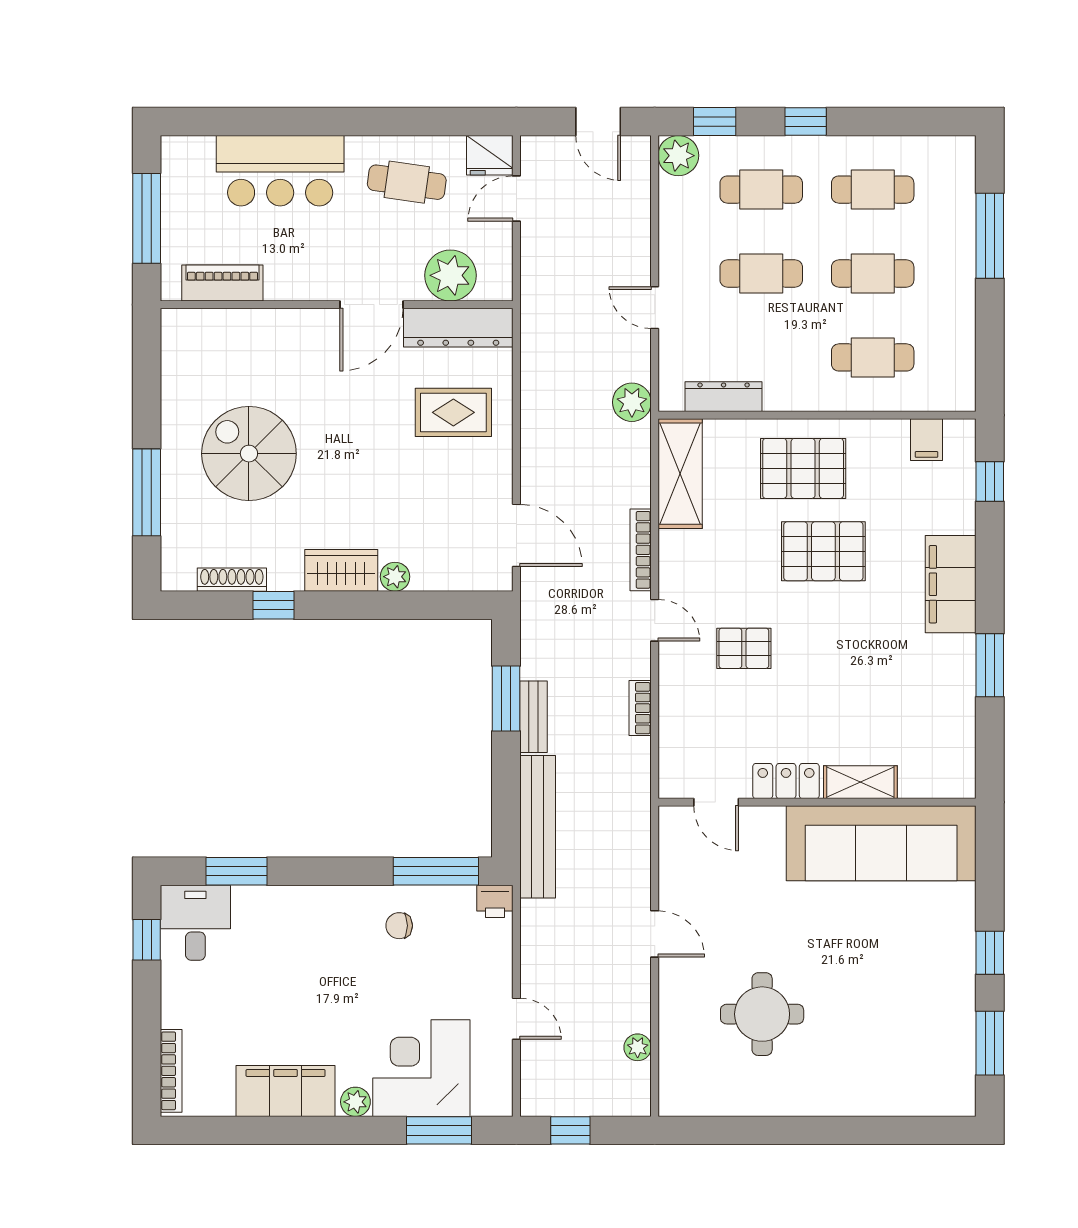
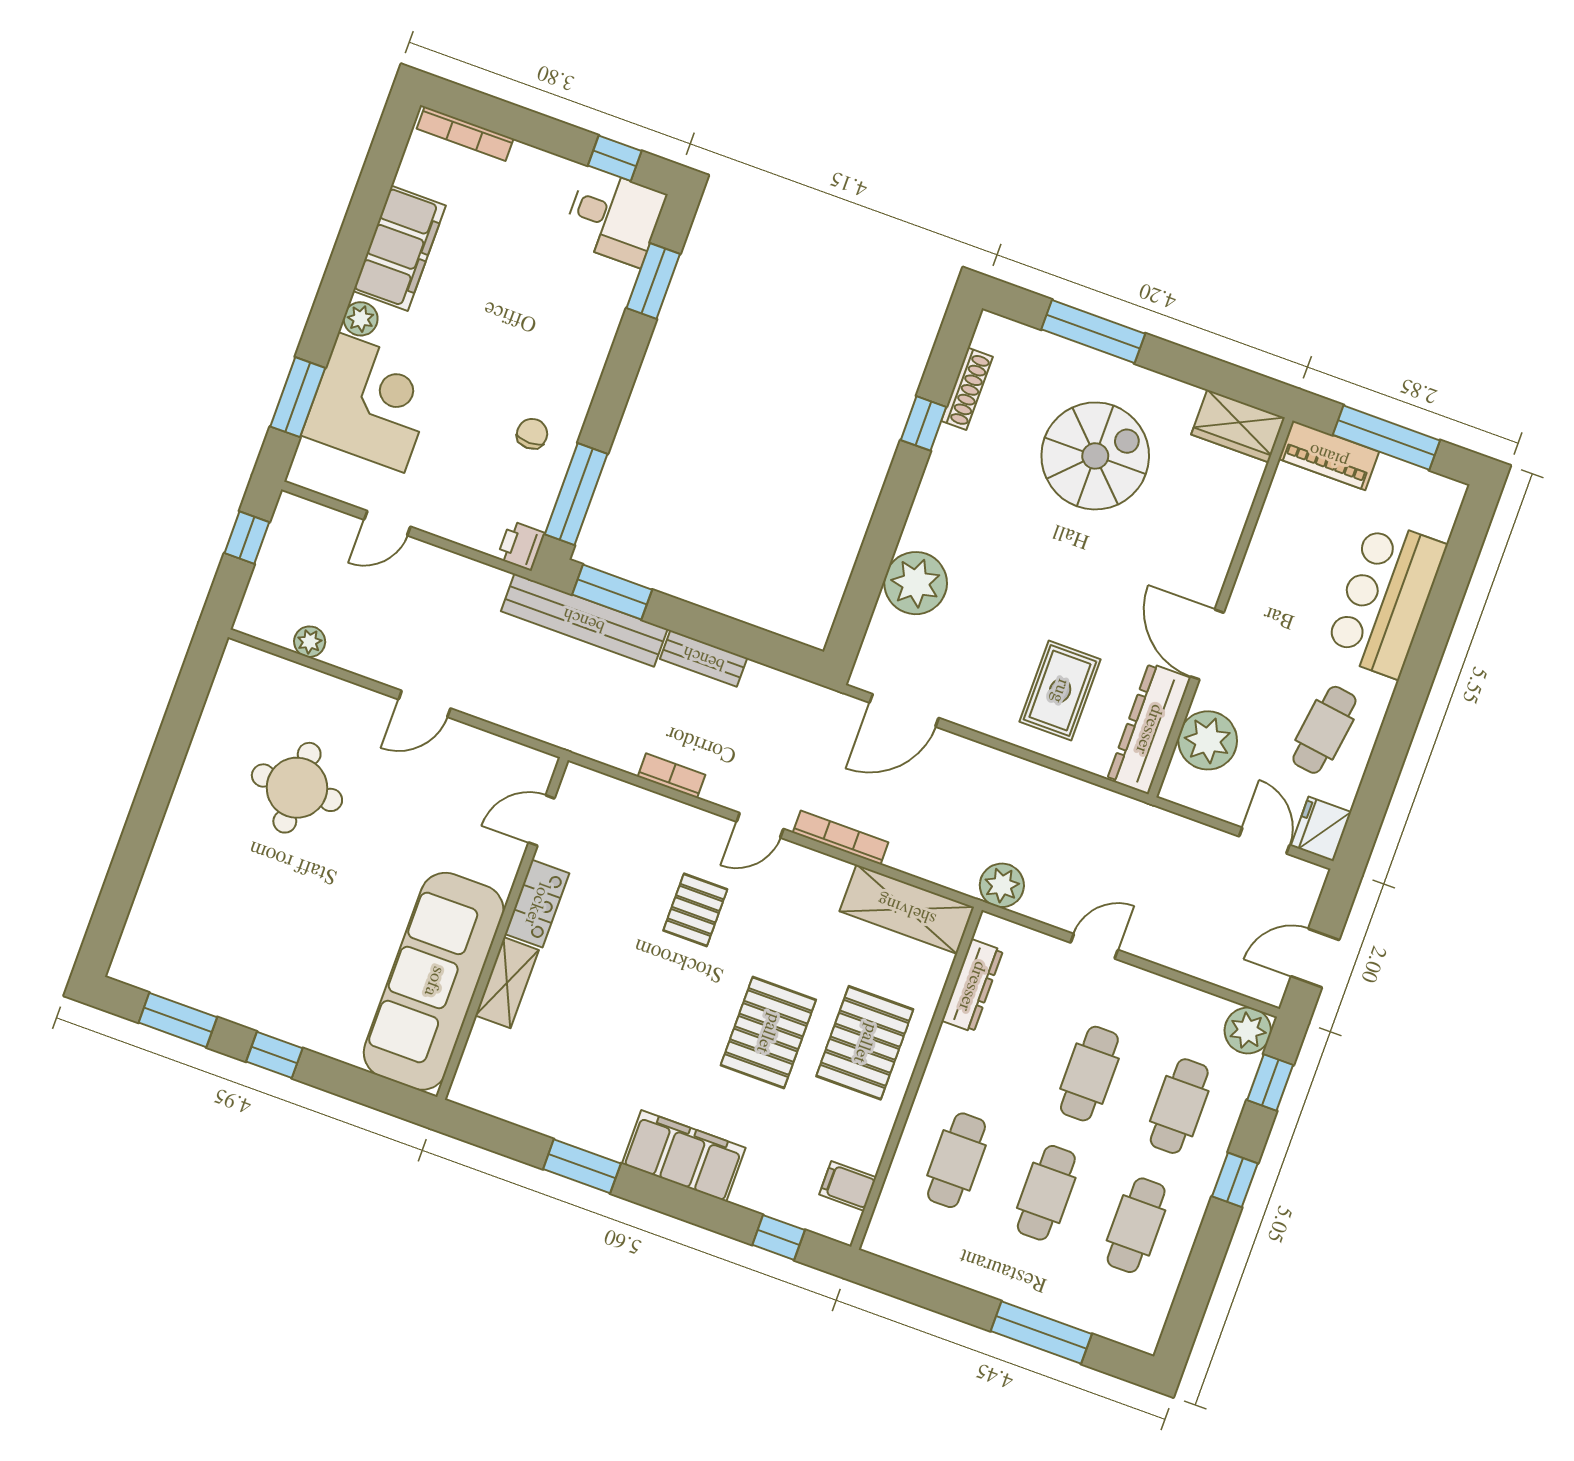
piano: (222, 283) -> (1329, 455), moved, turned 90
wardrobe: (341, 570) -> (1238, 426), moved, turned 90
plant: (395, 577) -> (916, 583), width x1.88, depth x1.88
window: (506, 698) -> (612, 592), moved

